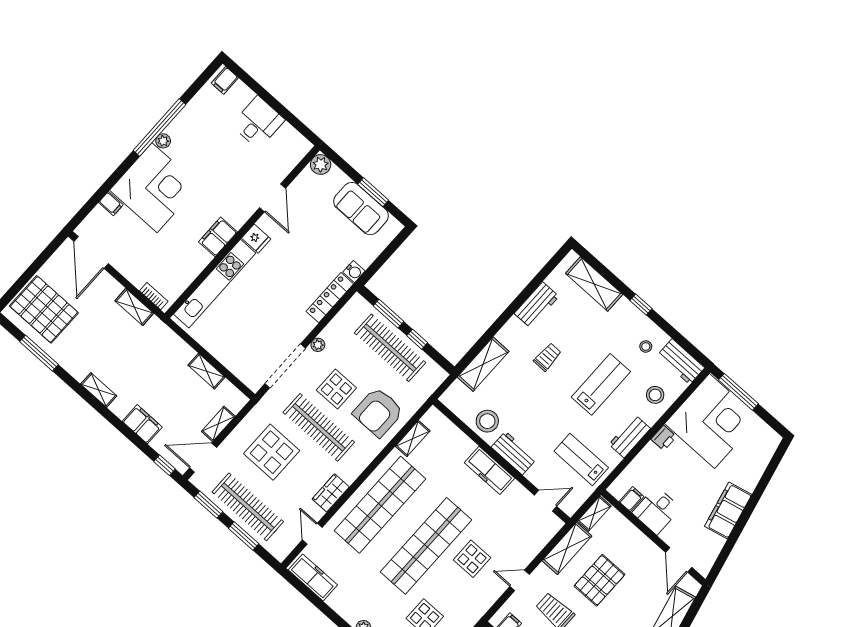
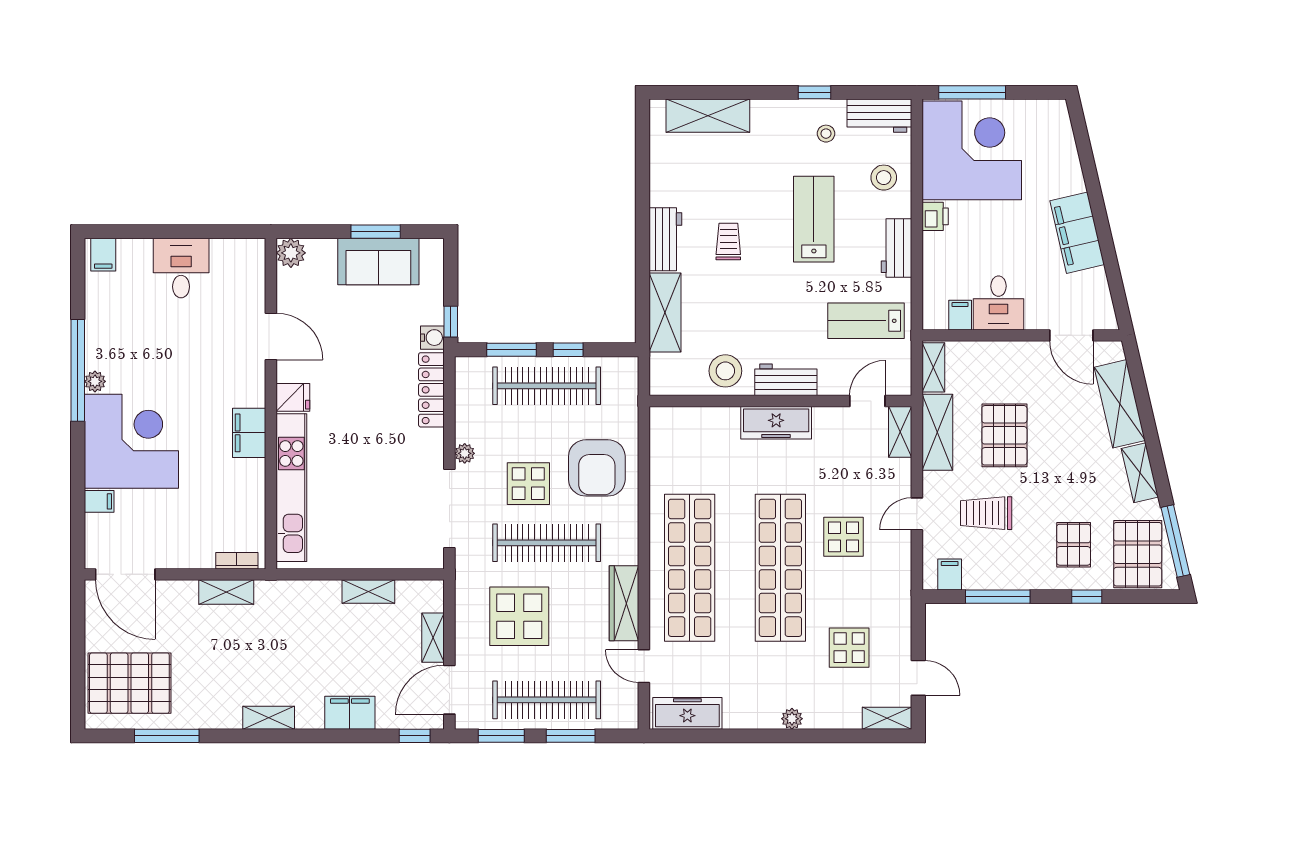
window: (370, 272) -> (451, 322), added
workbench: (537, 305) -> (665, 239), moved
window: (641, 305) -> (815, 92), moved
shelving: (413, 439) -> (900, 432), moved
wardrobe: (331, 493) -> (624, 603), width x1.50

